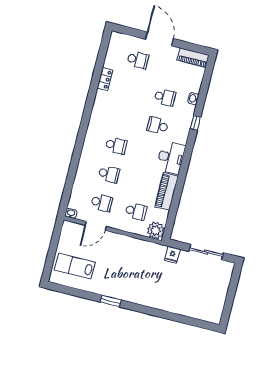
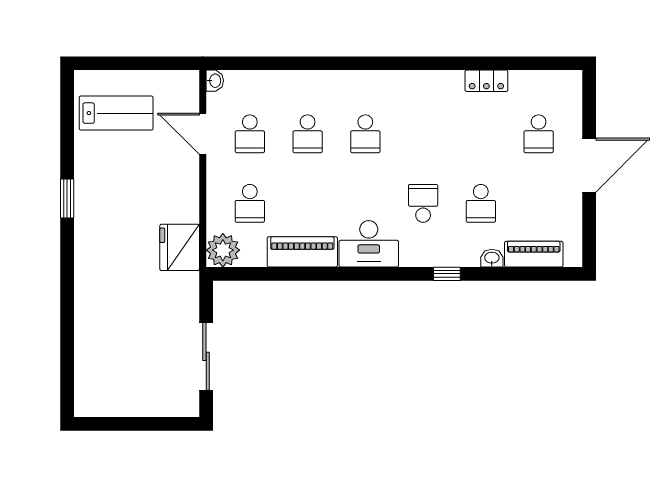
piano: (193, 58) -> (534, 254), moved, turned 90
fridge: (172, 255) -> (180, 247), moved, width x1.88, depth x1.34
lab bench: (75, 266) -> (116, 113), turned 90

